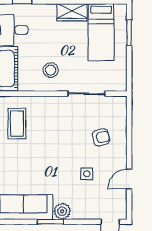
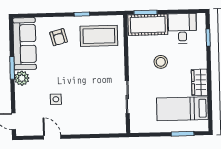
stool: (51, 70) -> (161, 62), moved
coffee table: (17, 124) -> (99, 36), width x1.36, depth x1.32
armchair: (101, 137) -> (59, 37), moved

